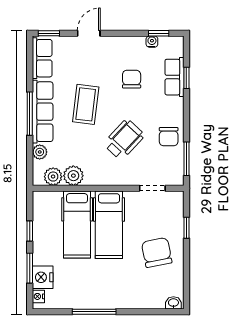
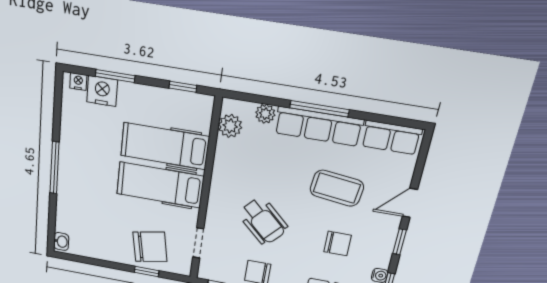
window: (49, 33) -> (400, 242), moved
door: (89, 33) -> (410, 203), swing flipped
coffee table: (86, 104) -> (337, 188), moved
plant: (73, 176) -> (227, 152), removed
window: (30, 231) -> (183, 87), moved
chair: (157, 252) -> (150, 247), moved
window: (94, 312) -> (55, 168), moved

